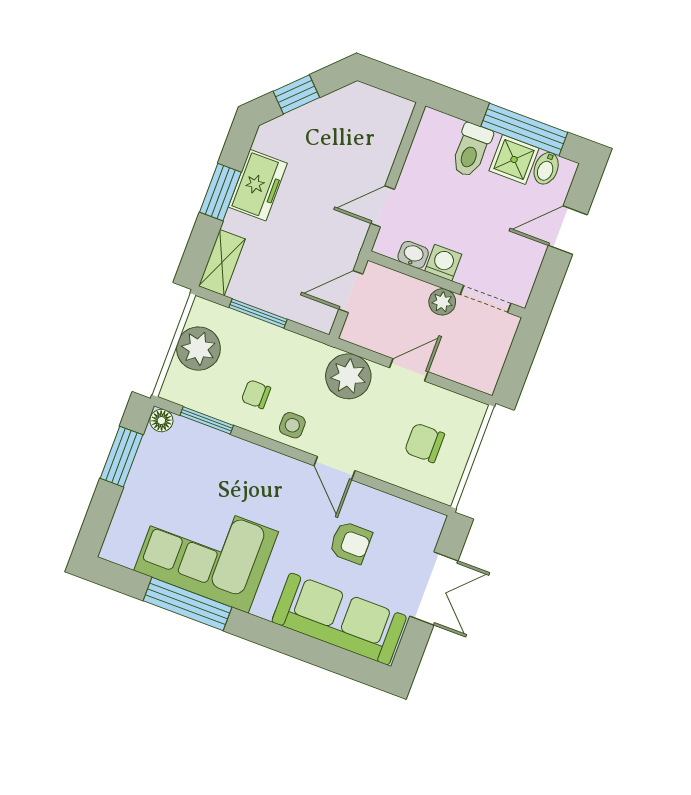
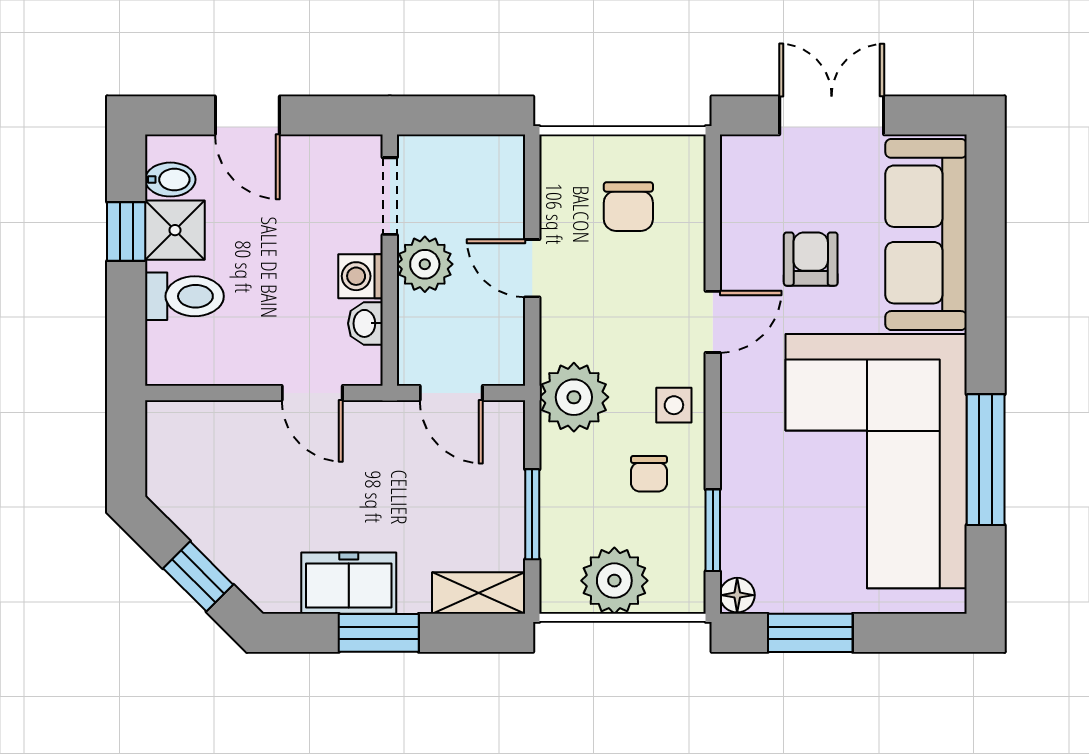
window: (524, 129) -> (126, 232), width x0.46
plant: (442, 302) -> (425, 264), width x1.38, depth x1.38
plant: (348, 376) -> (574, 397), moved
corner sofa: (206, 551) -> (876, 461), width x1.36, depth x1.36

